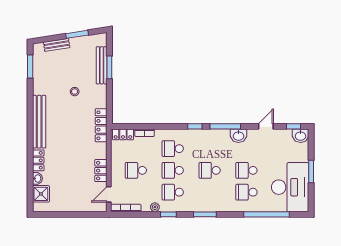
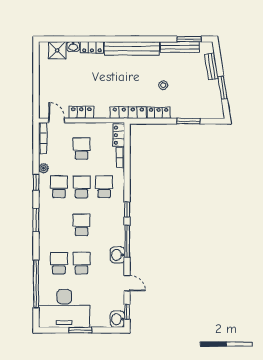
bench: (102, 65) -> (180, 47), moved
locker: (101, 96) -> (159, 113), added

